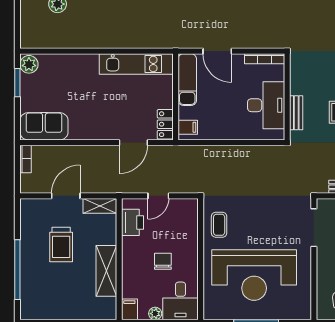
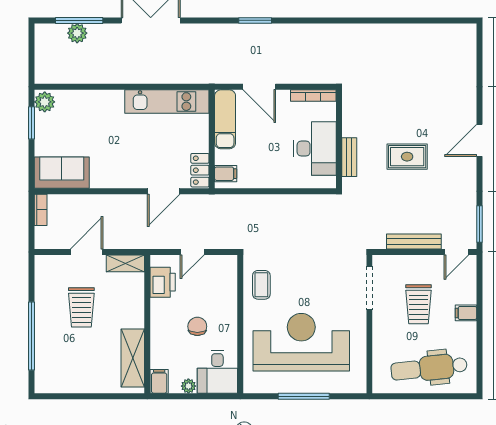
shelving: (106, 271) -> (133, 358), moved
reception desk: (254, 275) -> (301, 342), turned 180

